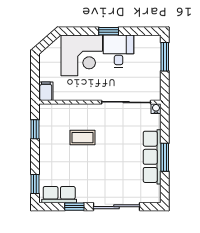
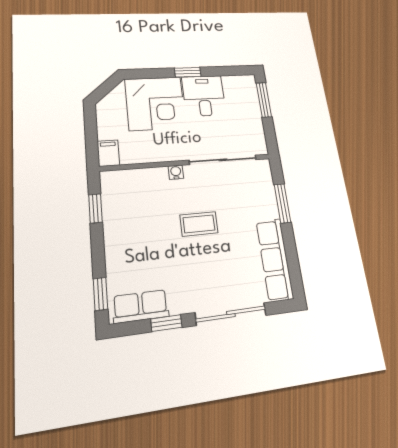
water cooler: (156, 109) -> (176, 172), moved
coffee table: (83, 138) -> (199, 224), moved
row of seats: (152, 157) -> (275, 259), moved
window: (165, 157) -> (282, 203), moved

